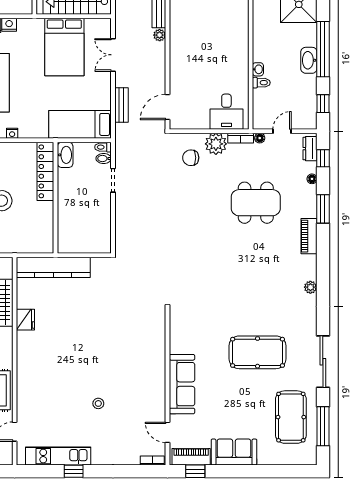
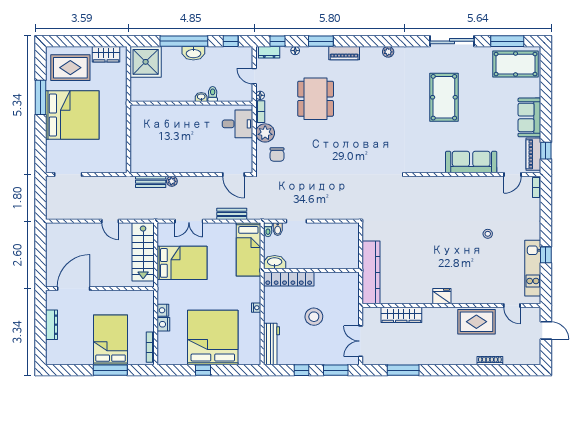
fridge: (25, 320) -> (442, 296), moved
pool table: (291, 417) -> (516, 64), moved

